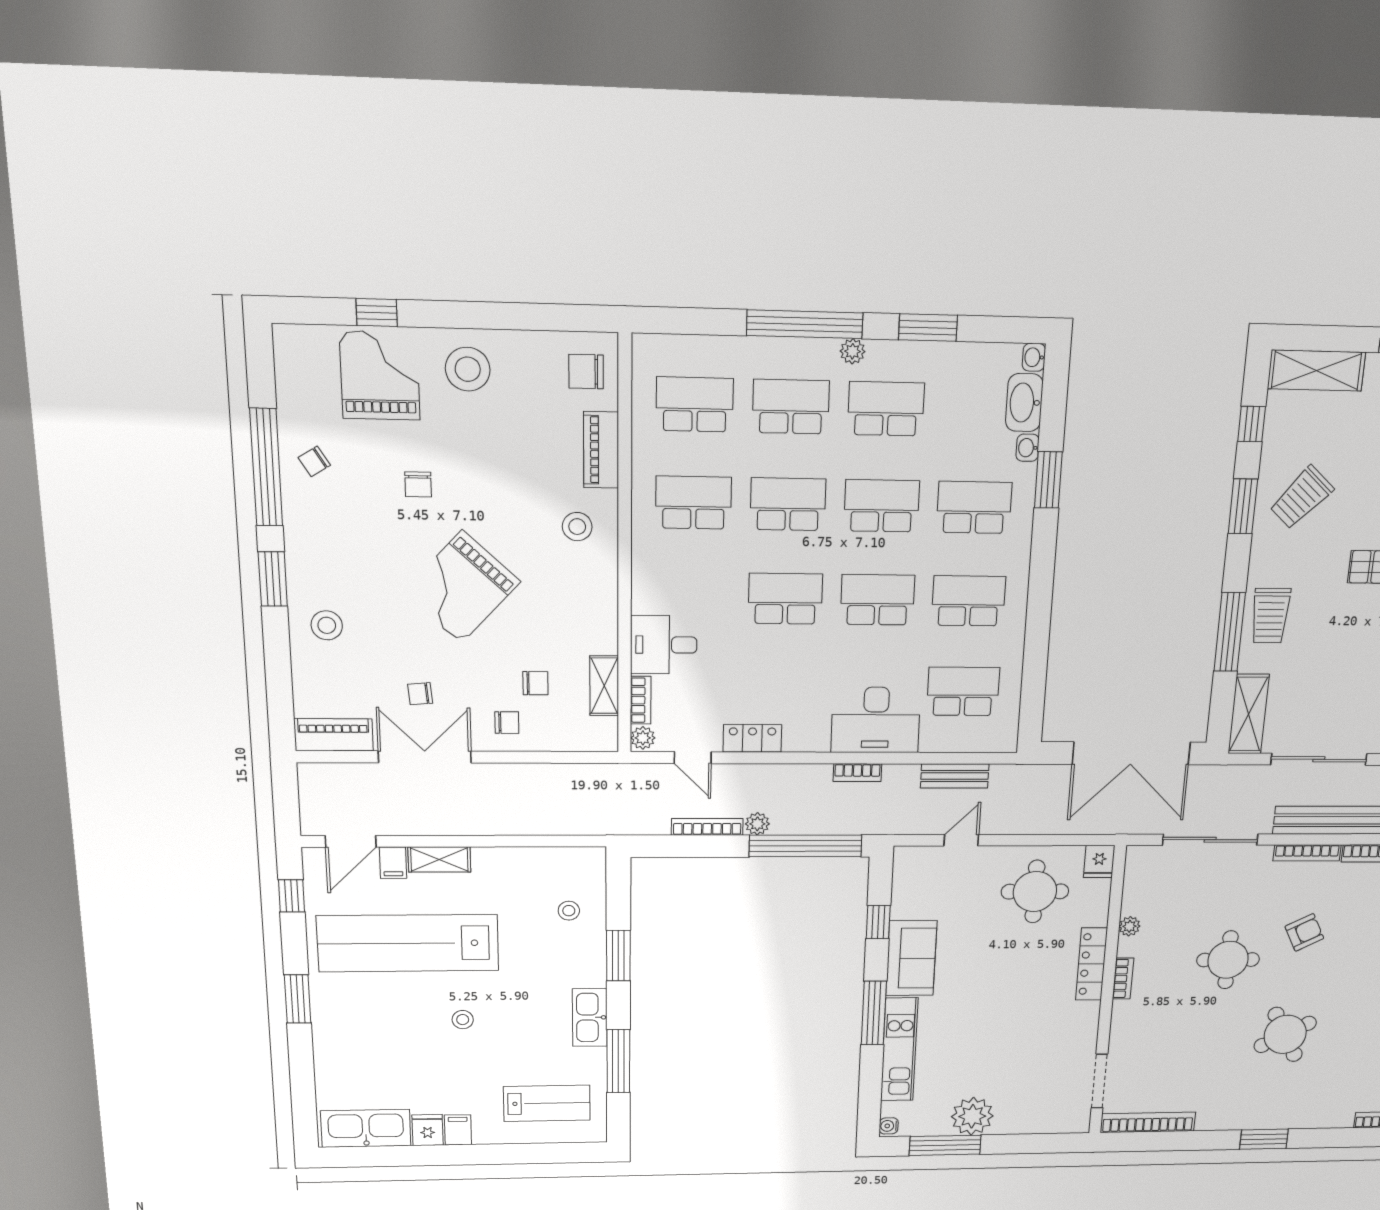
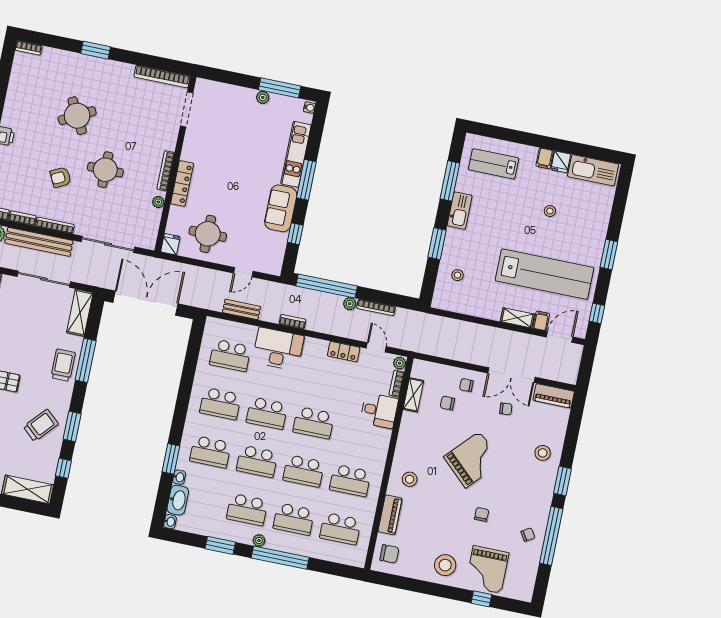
bookcase: (1123, 979) -> (166, 171), width x1.56
stool: (463, 1020) -> (550, 211), moved
plant: (972, 1116) -> (263, 97), width x0.53, depth x0.53

